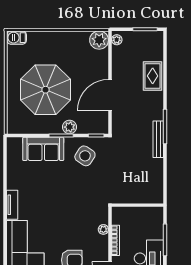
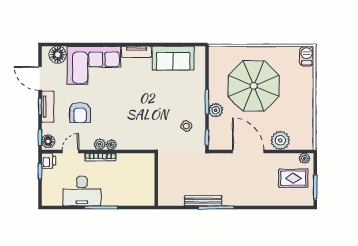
plant: (99, 40) -> (280, 140), moved
rug: (153, 76) -> (293, 178), moved
sofa: (43, 149) -> (173, 58), moved, turned -90
side table: (85, 156) -> (186, 126), width x0.54, depth x0.54
wall: (138, 205) -> (156, 179), moved
plant: (103, 241) -> (100, 144), added

